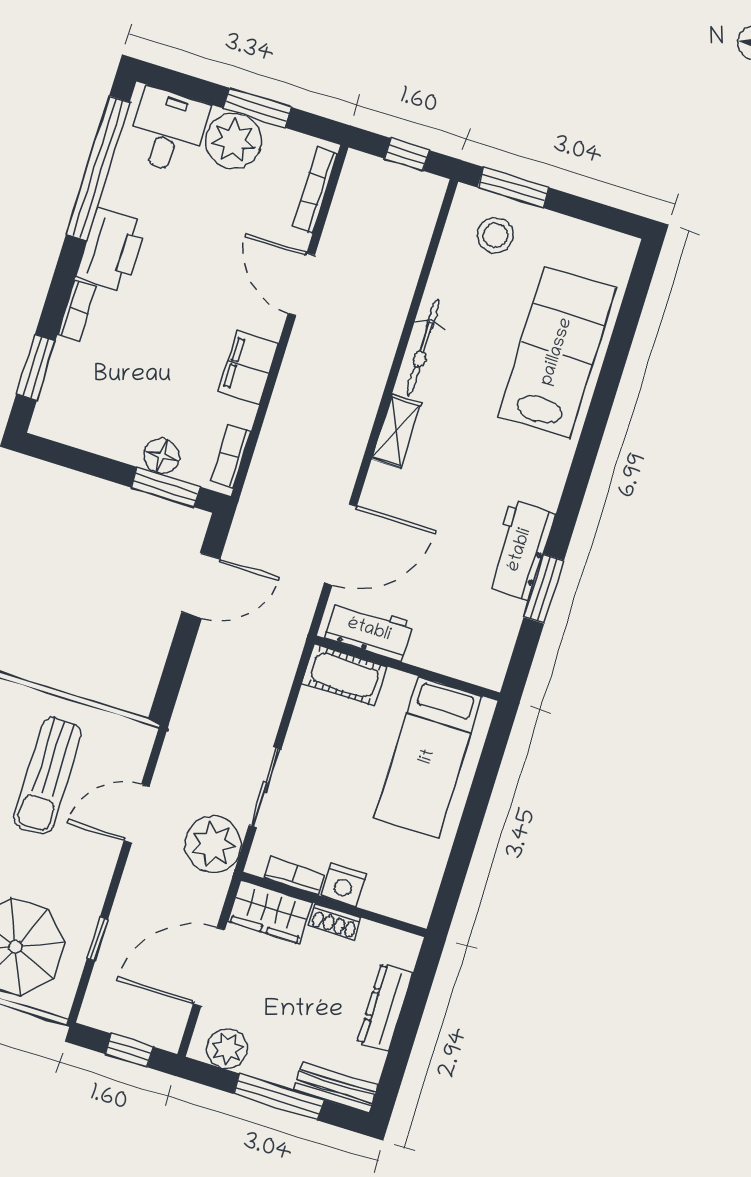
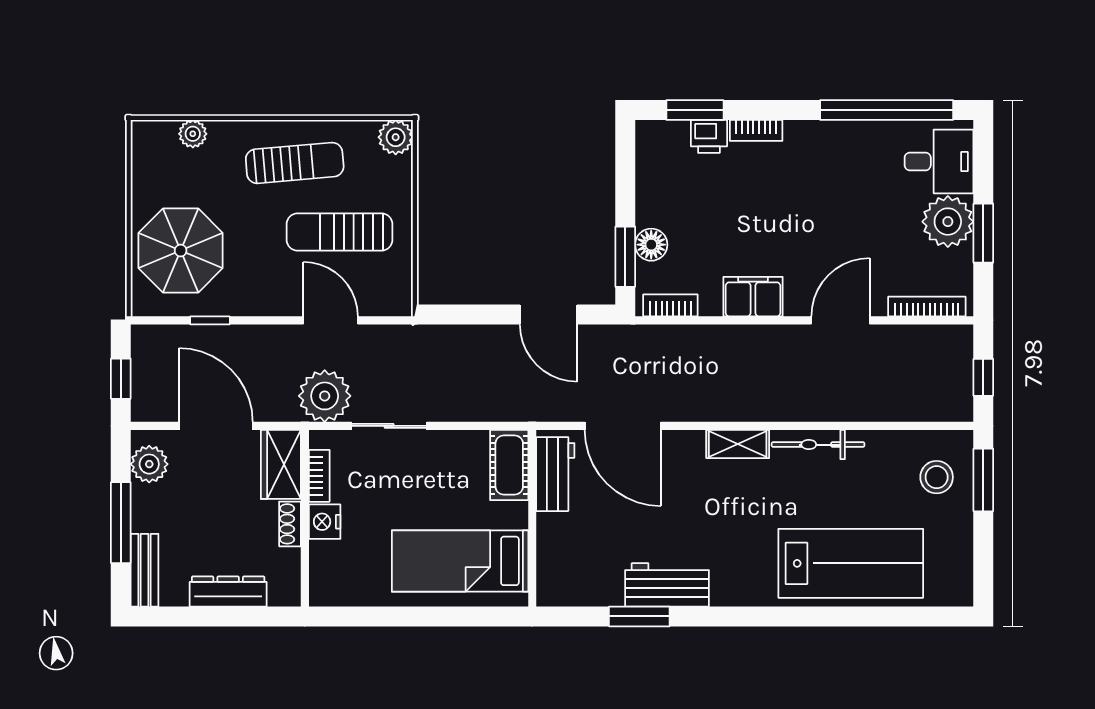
printer: (112, 250) -> (709, 136), moved, width x0.53, depth x0.68

